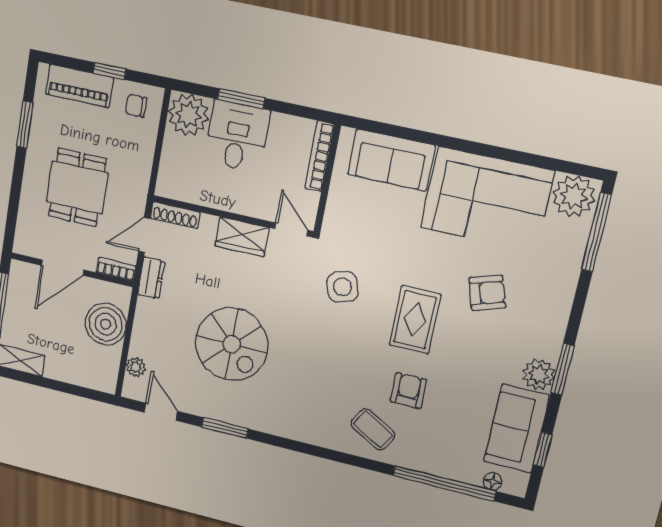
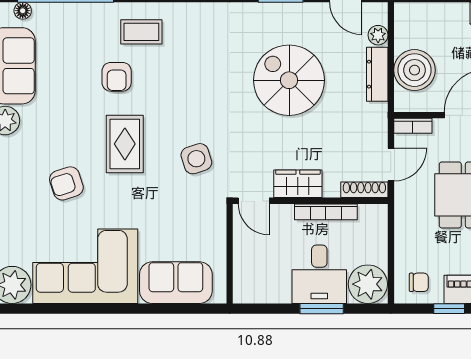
bookcase: (319, 156) -> (326, 212), moved, turned 90
dresser: (151, 278) -> (377, 74), moved, width x1.44
coffee table: (373, 429) -> (141, 32), turned -30

